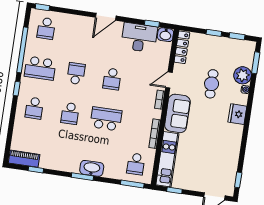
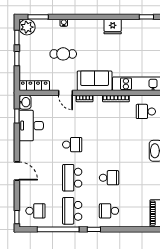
door: (106, 17) -> (17, 171), moved
school desk: (40, 68) -> (72, 211), turned 180
school desk: (76, 74) -> (72, 178), width x1.85
plant: (243, 75) -> (27, 27), moved
school desk: (34, 108) -> (109, 211), turned 180
fridge: (237, 114) -> (113, 27), moved
school desk: (106, 119) -> (109, 145), removed
school desk: (136, 164) -> (146, 111), turned 180

